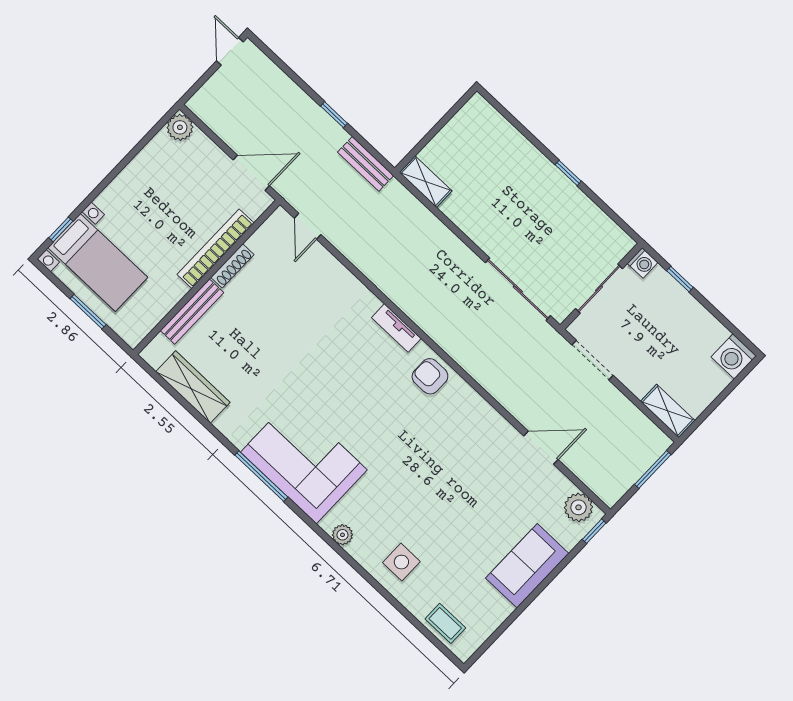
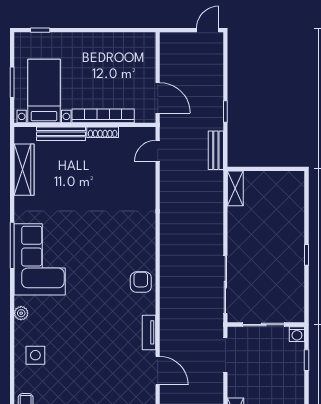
plant: (180, 127) -> (147, 41), removed
bed with nightstands: (98, 262) -> (44, 91), moved, turned 180
tv unit: (396, 328) -> (149, 332), moved

